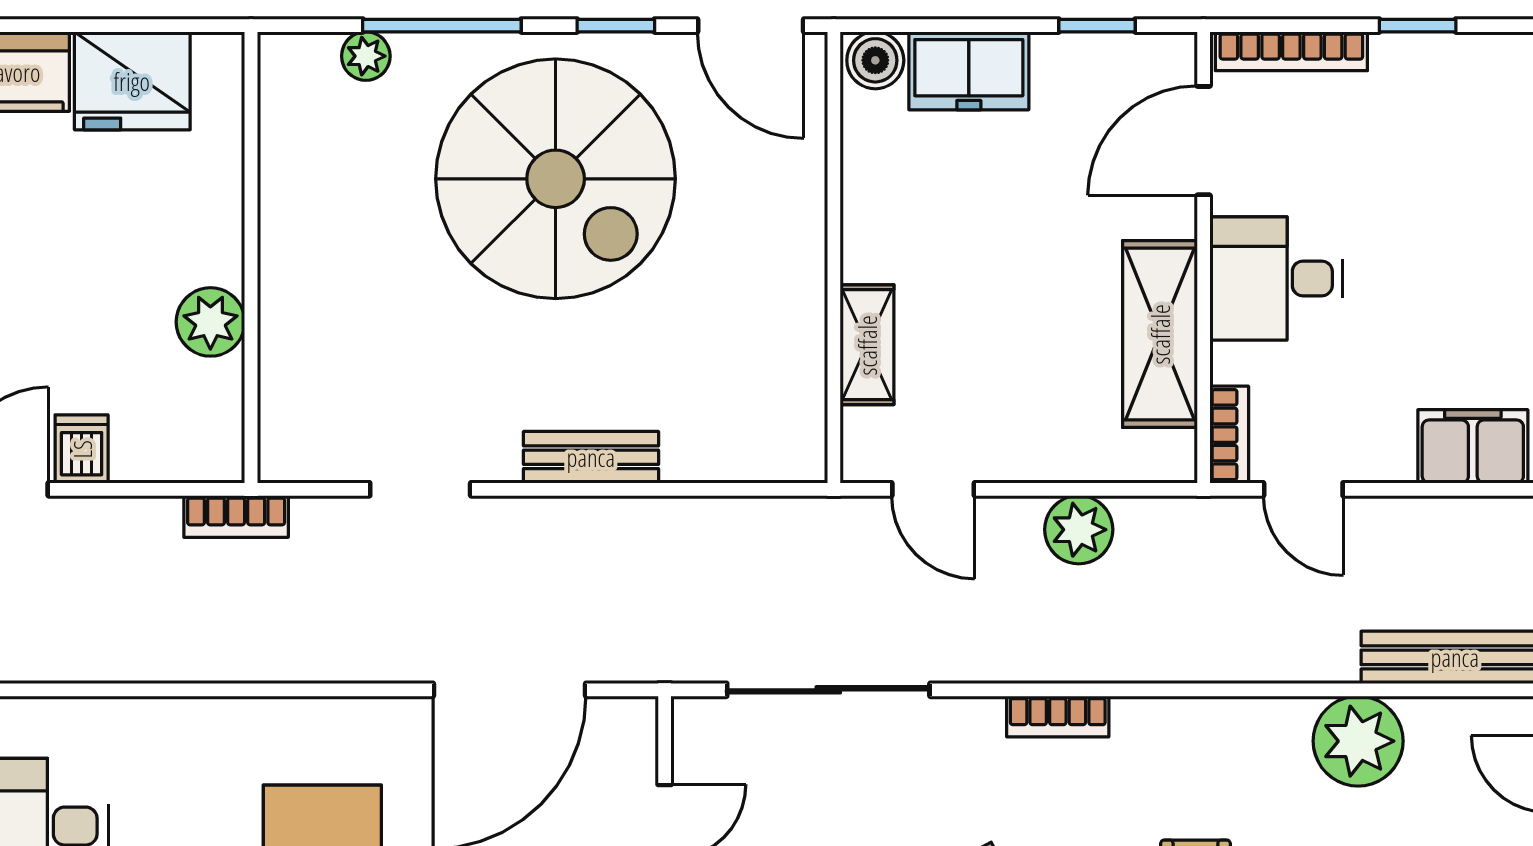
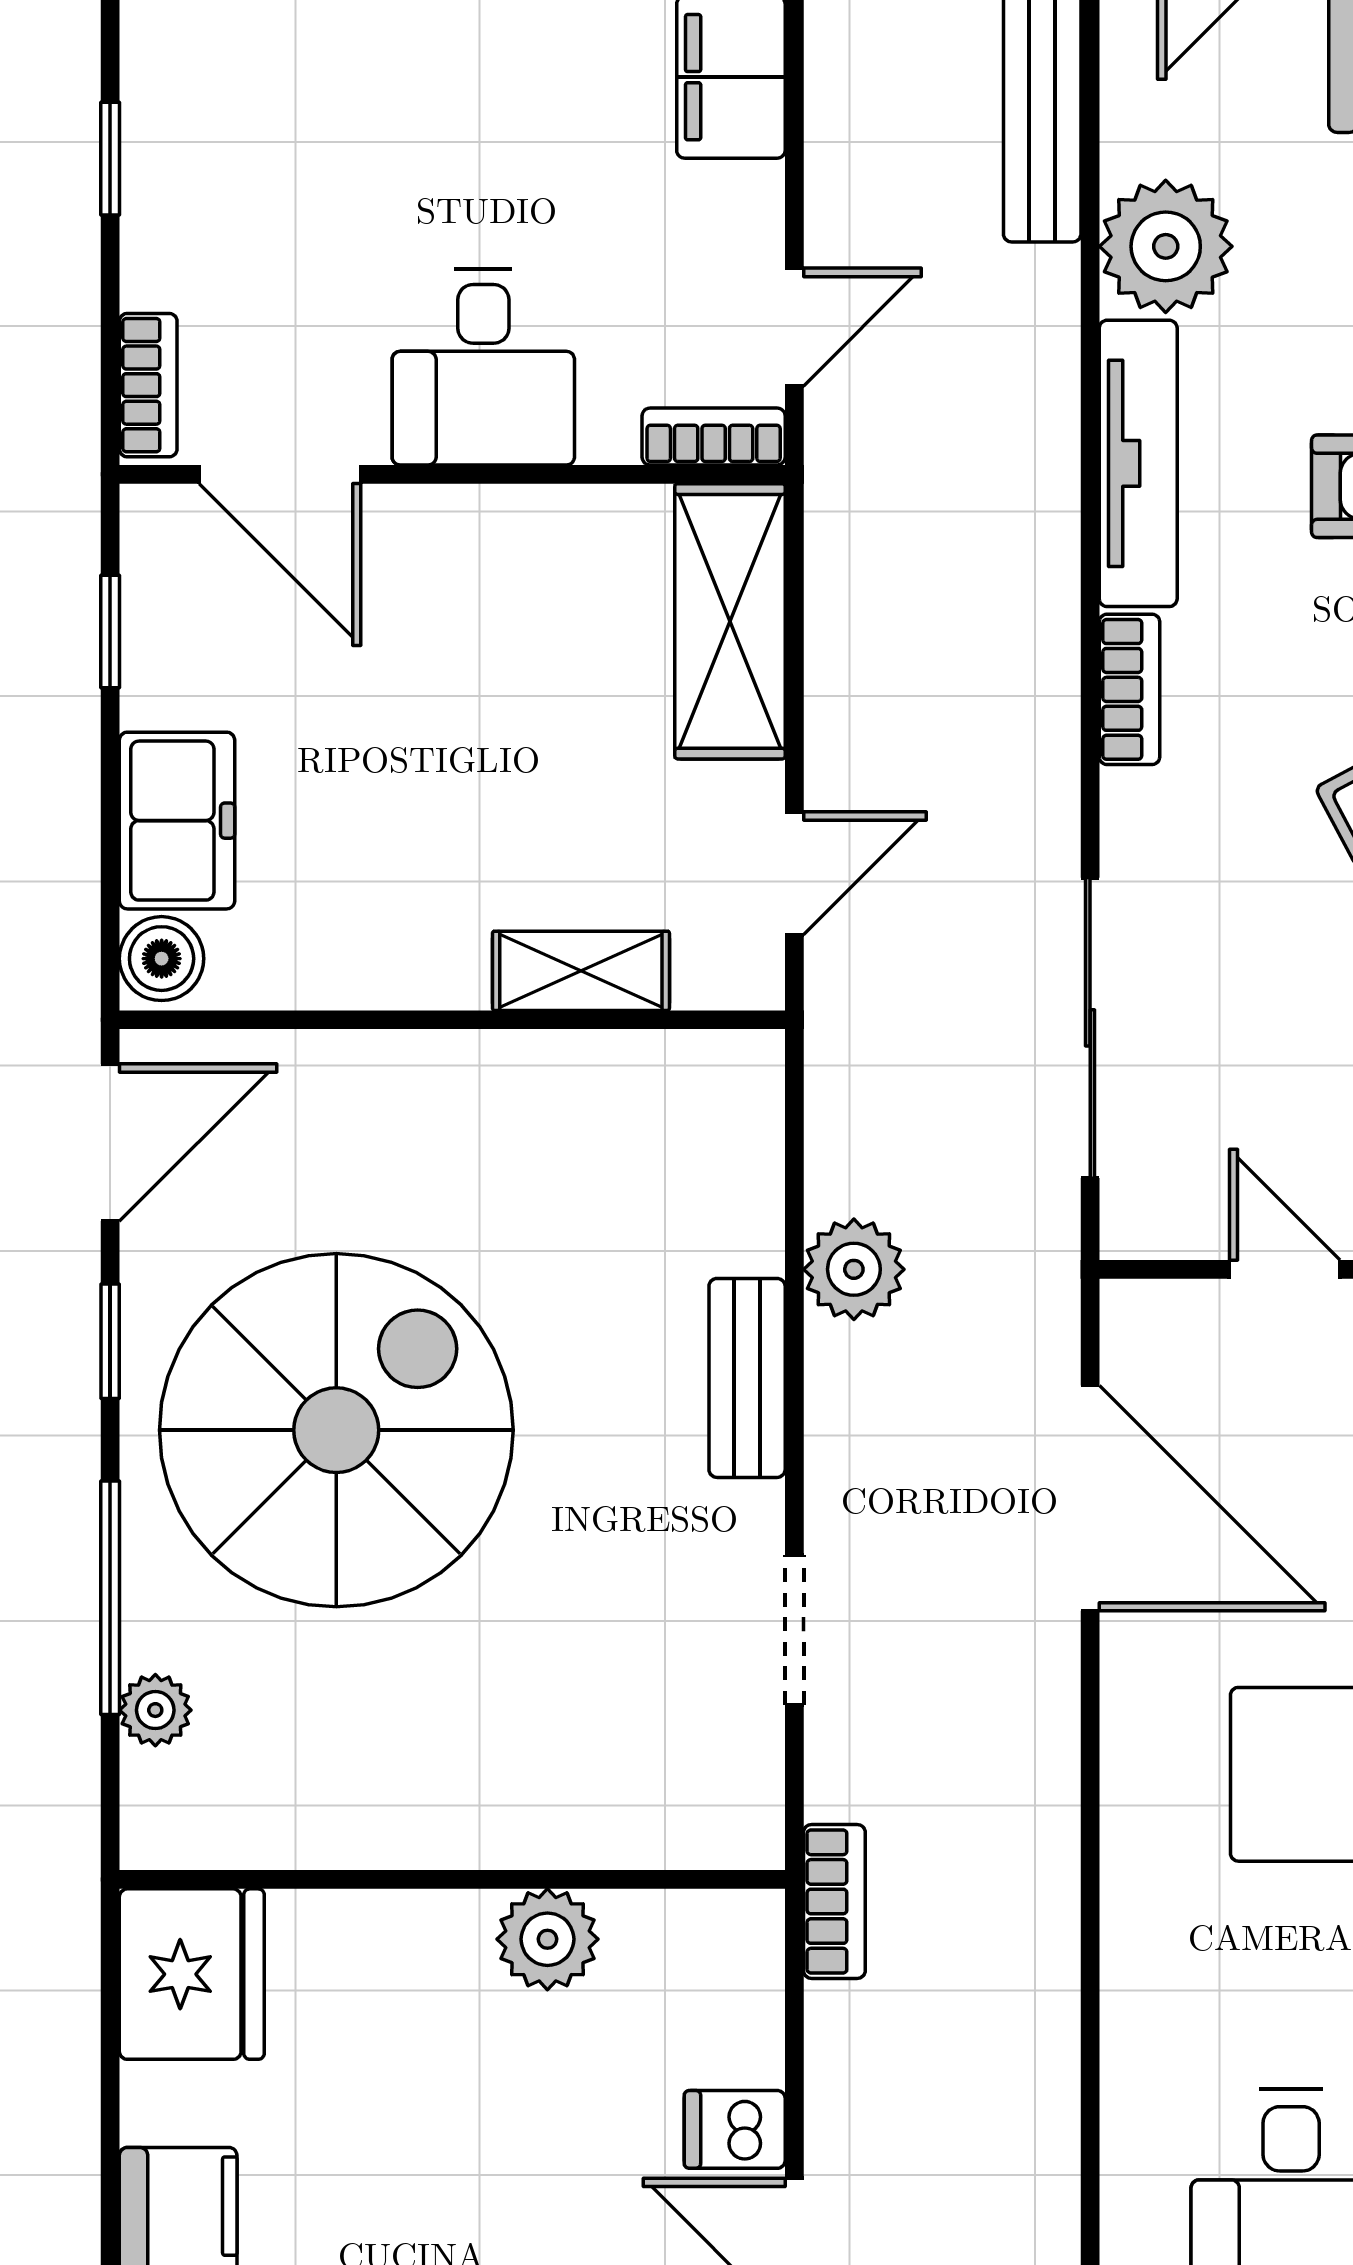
bookcase: (1291, 51) -> (148, 385), width x0.64
fridge: (132, 81) -> (192, 1974), moved
shelving: (1160, 334) -> (730, 621), moved, turned 90
plant: (1079, 530) -> (854, 1269), moved
tv unit: (1211, 722) -> (1138, 463), added

